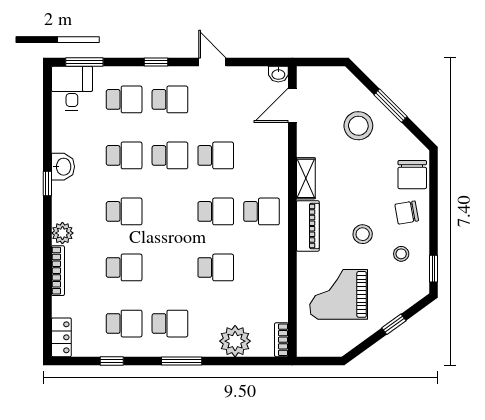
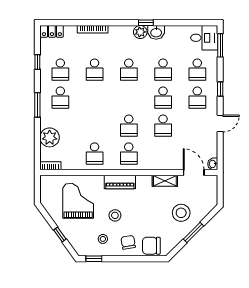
shelving: (306, 178) -> (165, 181), moved
plant: (62, 233) -> (140, 32), moved
school desk: (216, 267) -> (95, 154), moved

